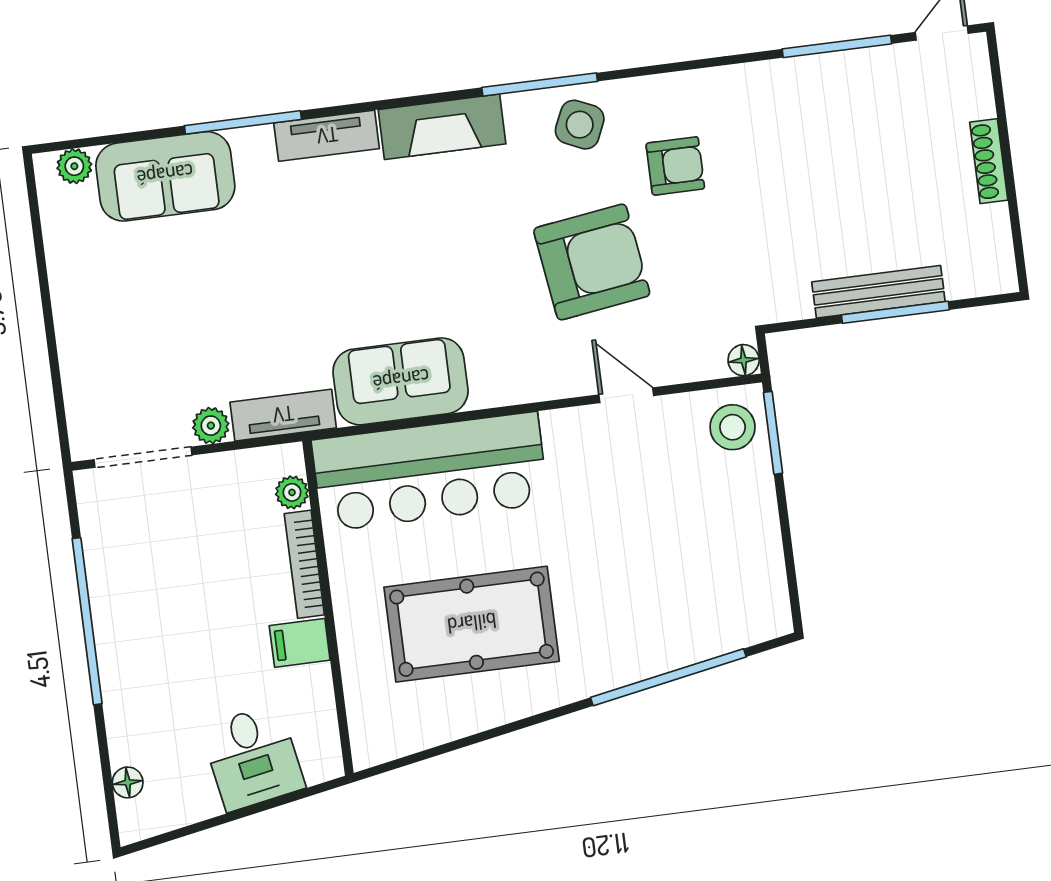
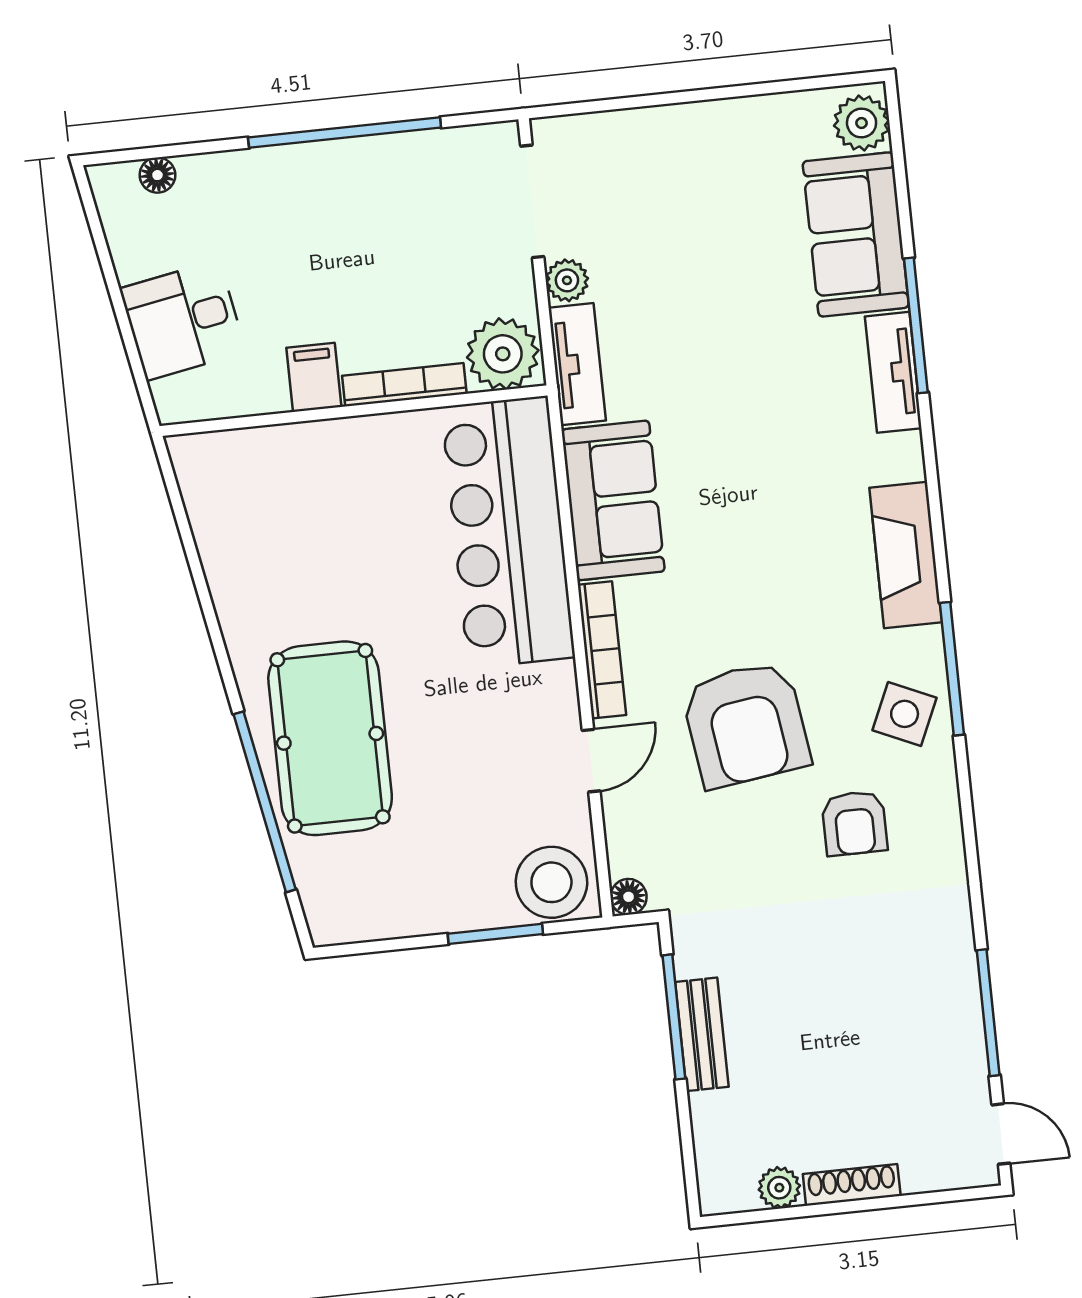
tv unit: (327, 136) -> (893, 372), moved
plant: (74, 166) -> (862, 123), width x1.38, depth x1.38
plant: (993, 224) -> (779, 1188), added
bench: (878, 292) -> (702, 1034), width x0.73
window: (895, 312) -> (674, 1017), moved
bookcase: (530, 388) -> (602, 650), added
stool: (733, 427) -> (551, 882), width x1.38, depth x1.38
window: (773, 433) -> (495, 934), moved
plant: (292, 492) -> (503, 354), width x1.88, depth x1.88
pool table: (472, 624) -> (330, 738), moved

